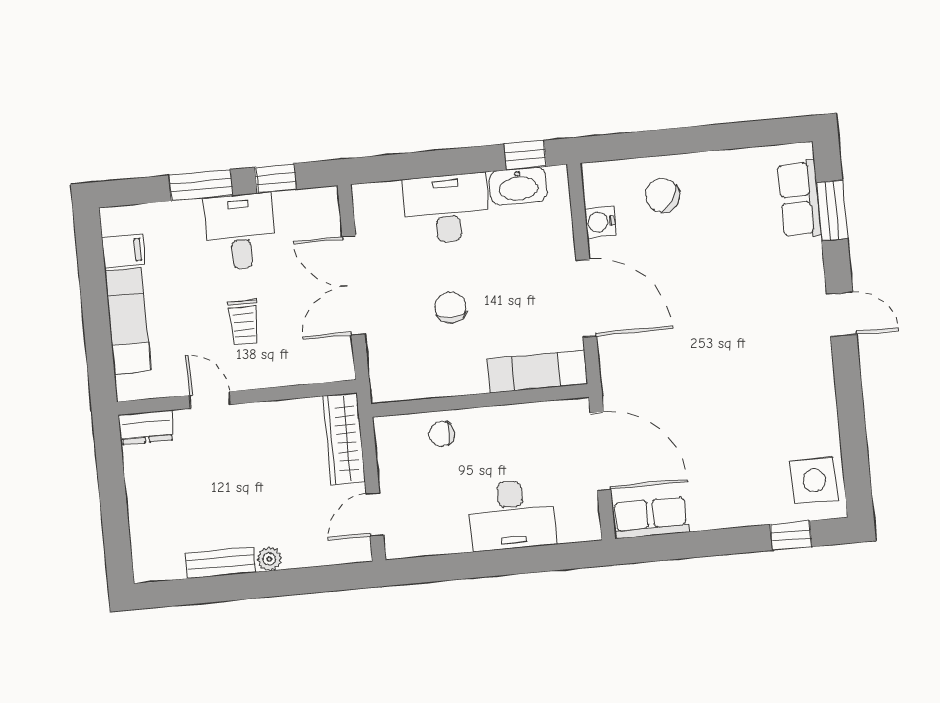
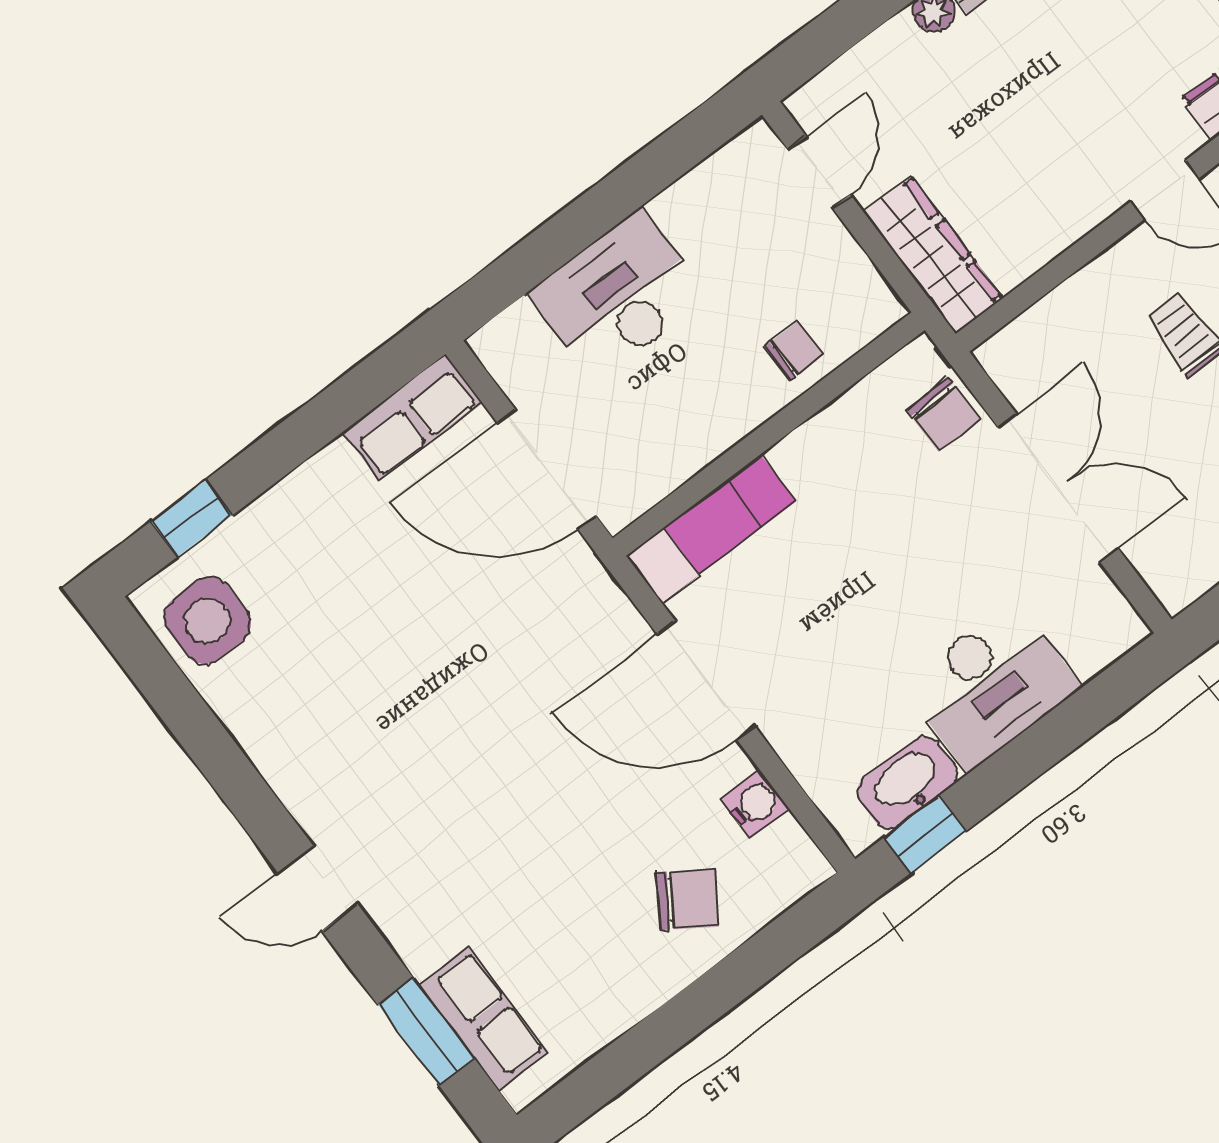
chair: (451, 307) -> (943, 414), moved

